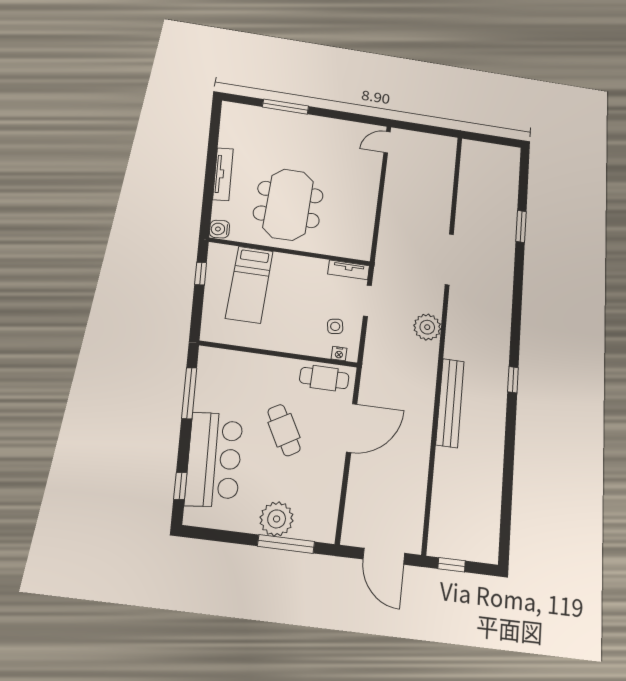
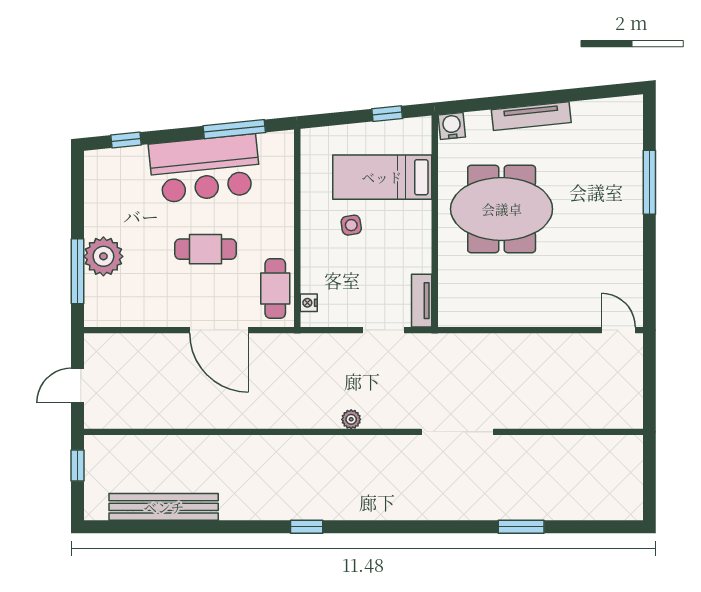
side table: (335, 326) -> (351, 225), moved
plant: (427, 327) -> (351, 419), width x0.53, depth x0.53
bench: (450, 403) -> (164, 507), moved
cafe table: (284, 430) -> (206, 249), turned 30
bar counter: (214, 459) -> (205, 169), moved
door: (384, 556) -> (78, 386), width x0.73

